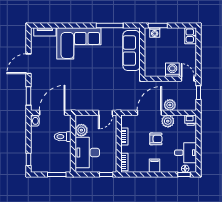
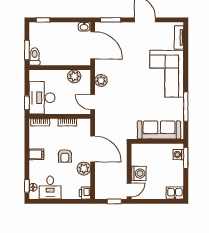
plant: (170, 105) -> (101, 80), moved
toilet: (63, 137) -> (35, 56), moved
desk: (87, 153) -> (42, 98), moved, turned -90

